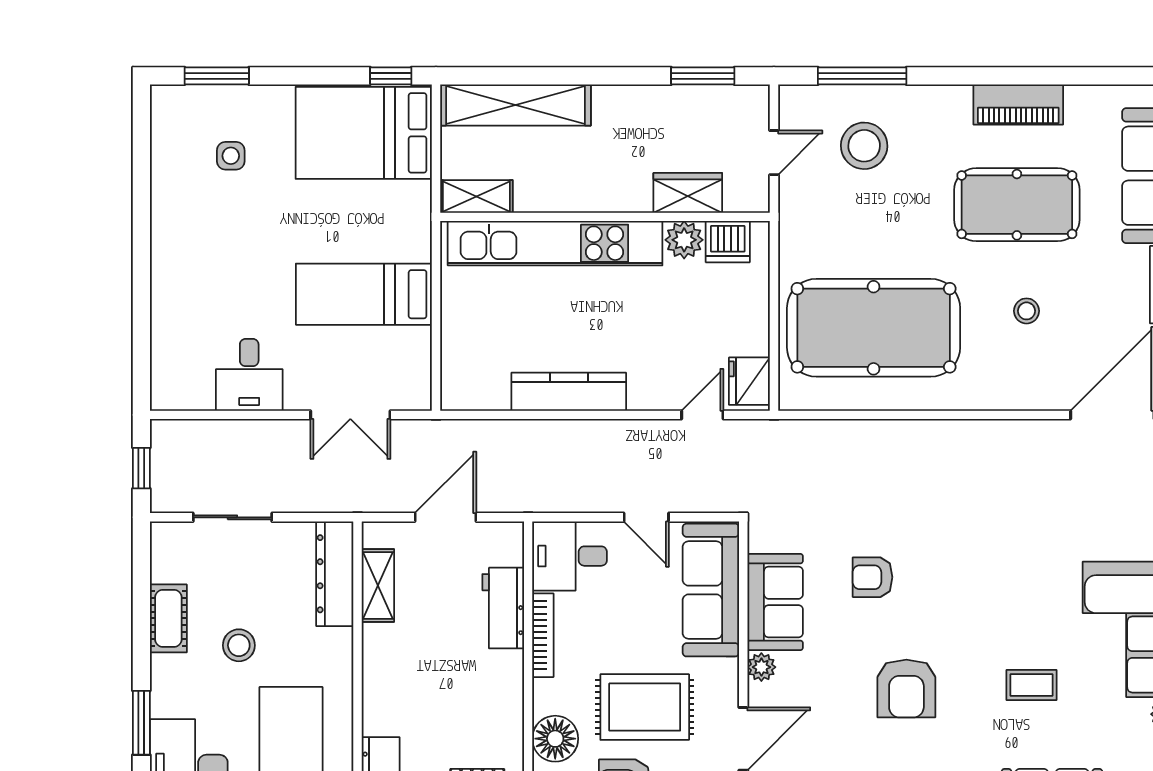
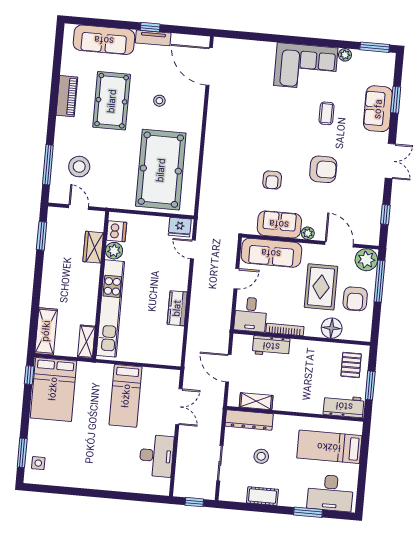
shelving: (515, 105) -> (46, 331), width x0.68
side table: (231, 156) -> (38, 463), moved
desk: (249, 375) -> (156, 456), width x1.37
kitchen counter: (569, 392) -> (177, 308), width x0.67
stool: (239, 645) -> (261, 456), moved

